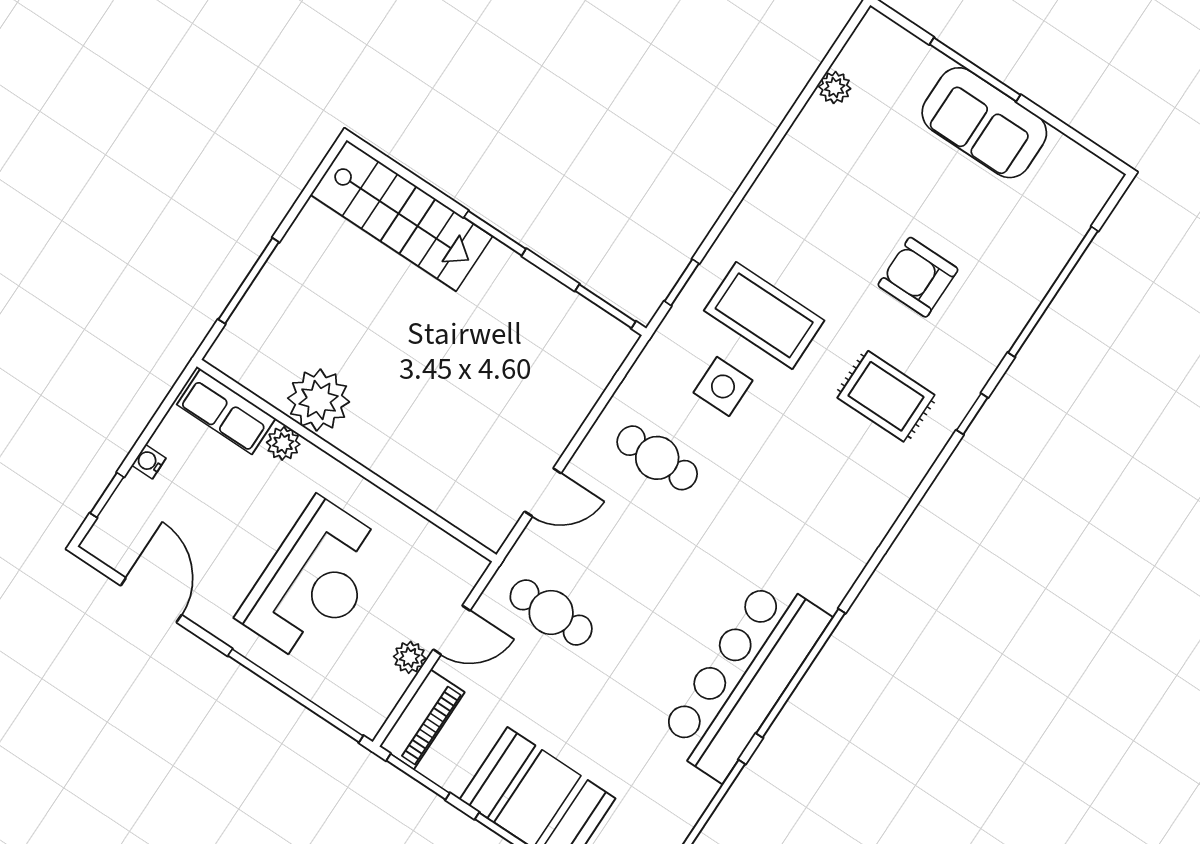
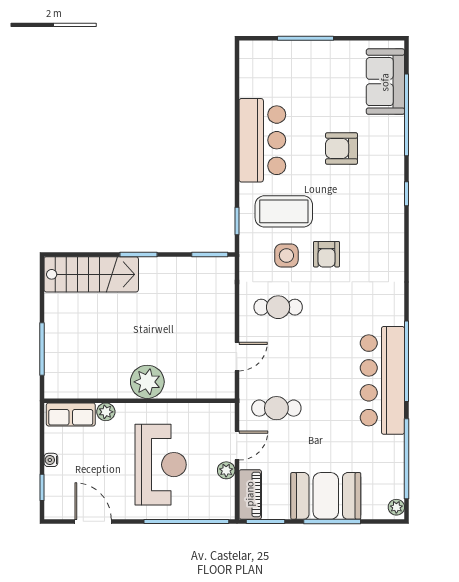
plant: (835, 88) -> (248, 88), removed
sofa: (984, 123) -> (385, 82), moved, turned 90
bar counter: (804, 183) -> (262, 140), added
rug: (886, 396) -> (363, 211), removed
plant: (319, 400) -> (147, 382), moved
armchair: (786, 426) -> (327, 254), added

